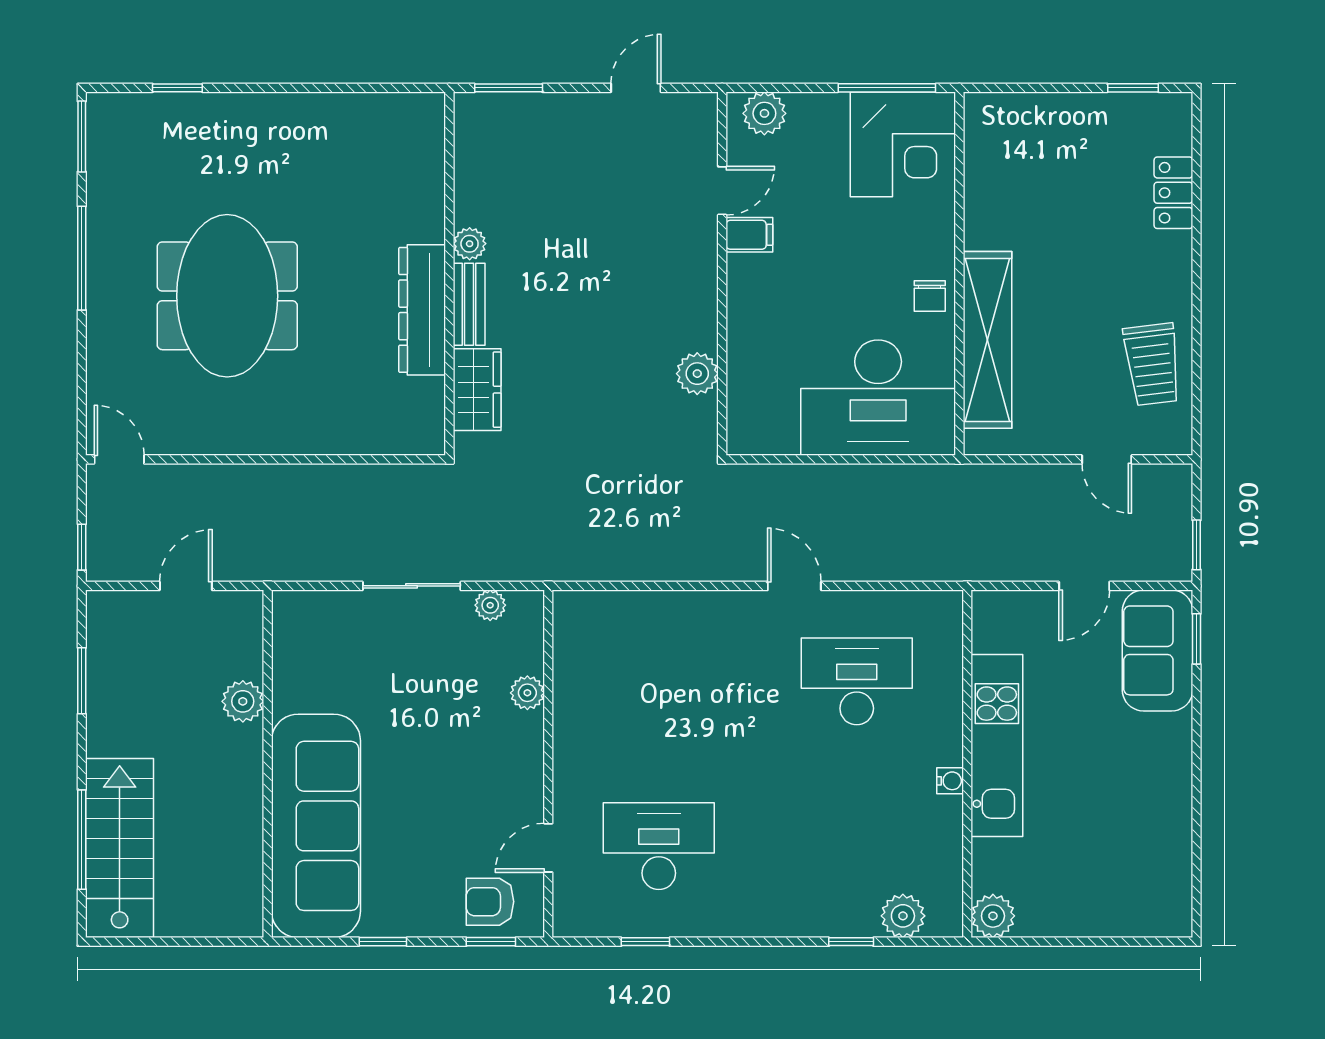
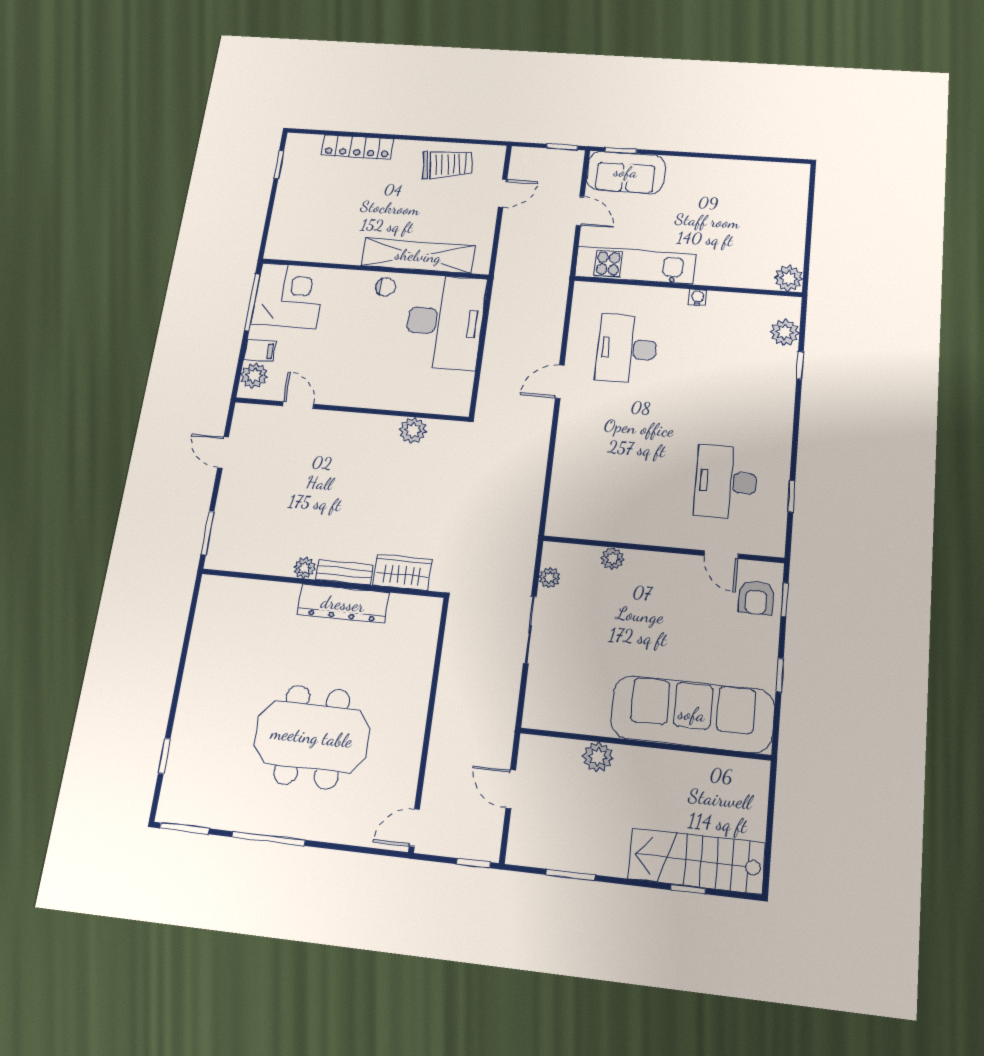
locker: (1173, 193) -> (358, 147), width x1.53
filing cabinet: (749, 235) -> (260, 351), moved, turned 90
kitchen unit: (997, 745) -> (635, 265), moved
window: (82, 840) -> (688, 889), width x0.46

